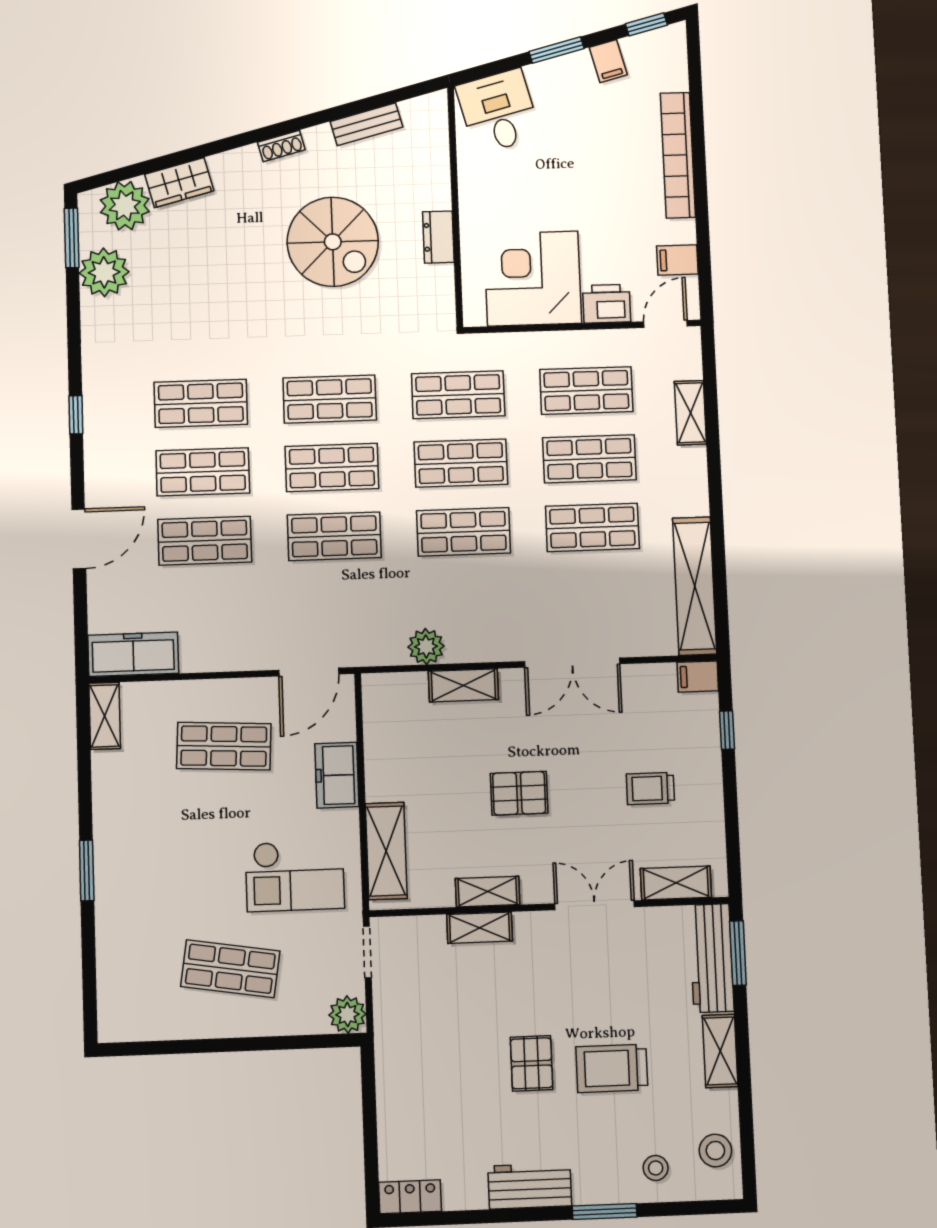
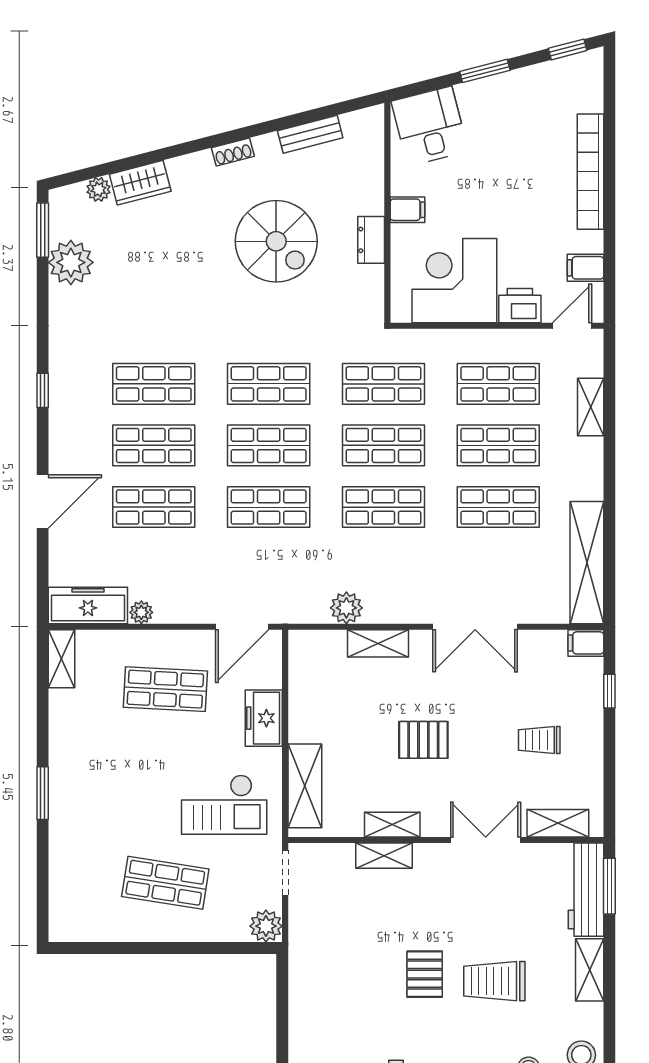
filing cabinet: (608, 61) -> (407, 210), moved, turned -75
plant: (125, 206) -> (98, 189), width x0.53, depth x0.53
plant: (194, 660) -> (141, 612), added

